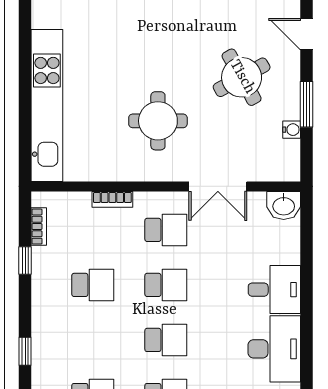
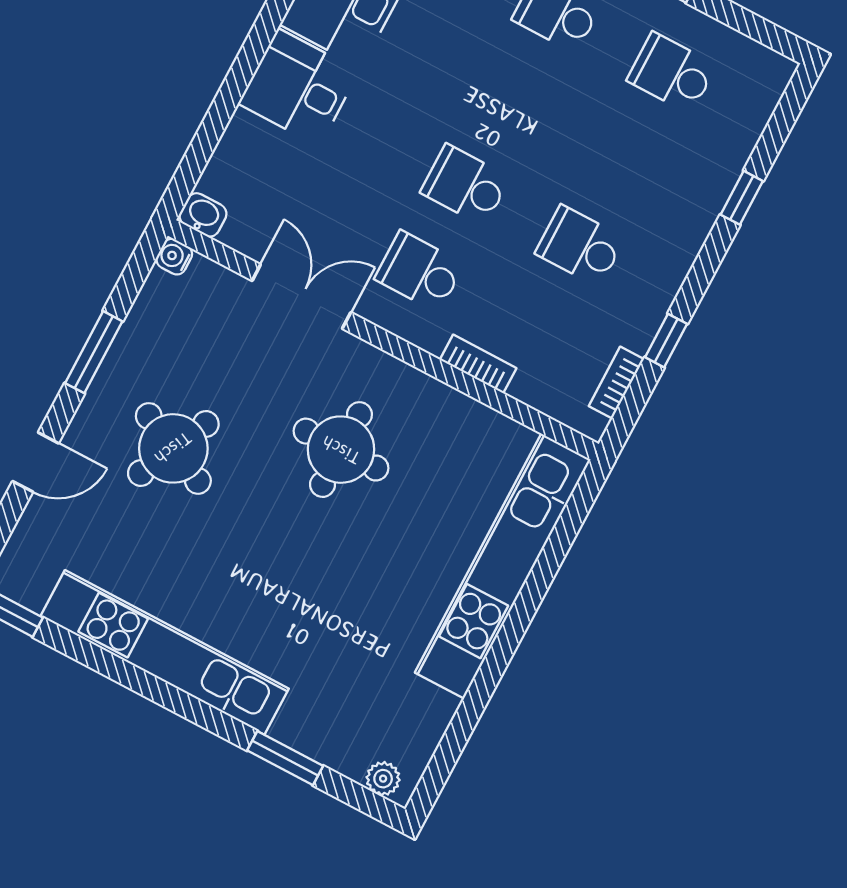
door: (306, 34) -> (35, 462), hinge flipped
round table: (242, 77) -> (173, 448), turned -36
water cooler: (292, 130) -> (174, 257), moved
washbasin: (284, 205) -> (203, 215), width x0.72, depth x0.69
school desk: (166, 340) -> (511, 99), removed

